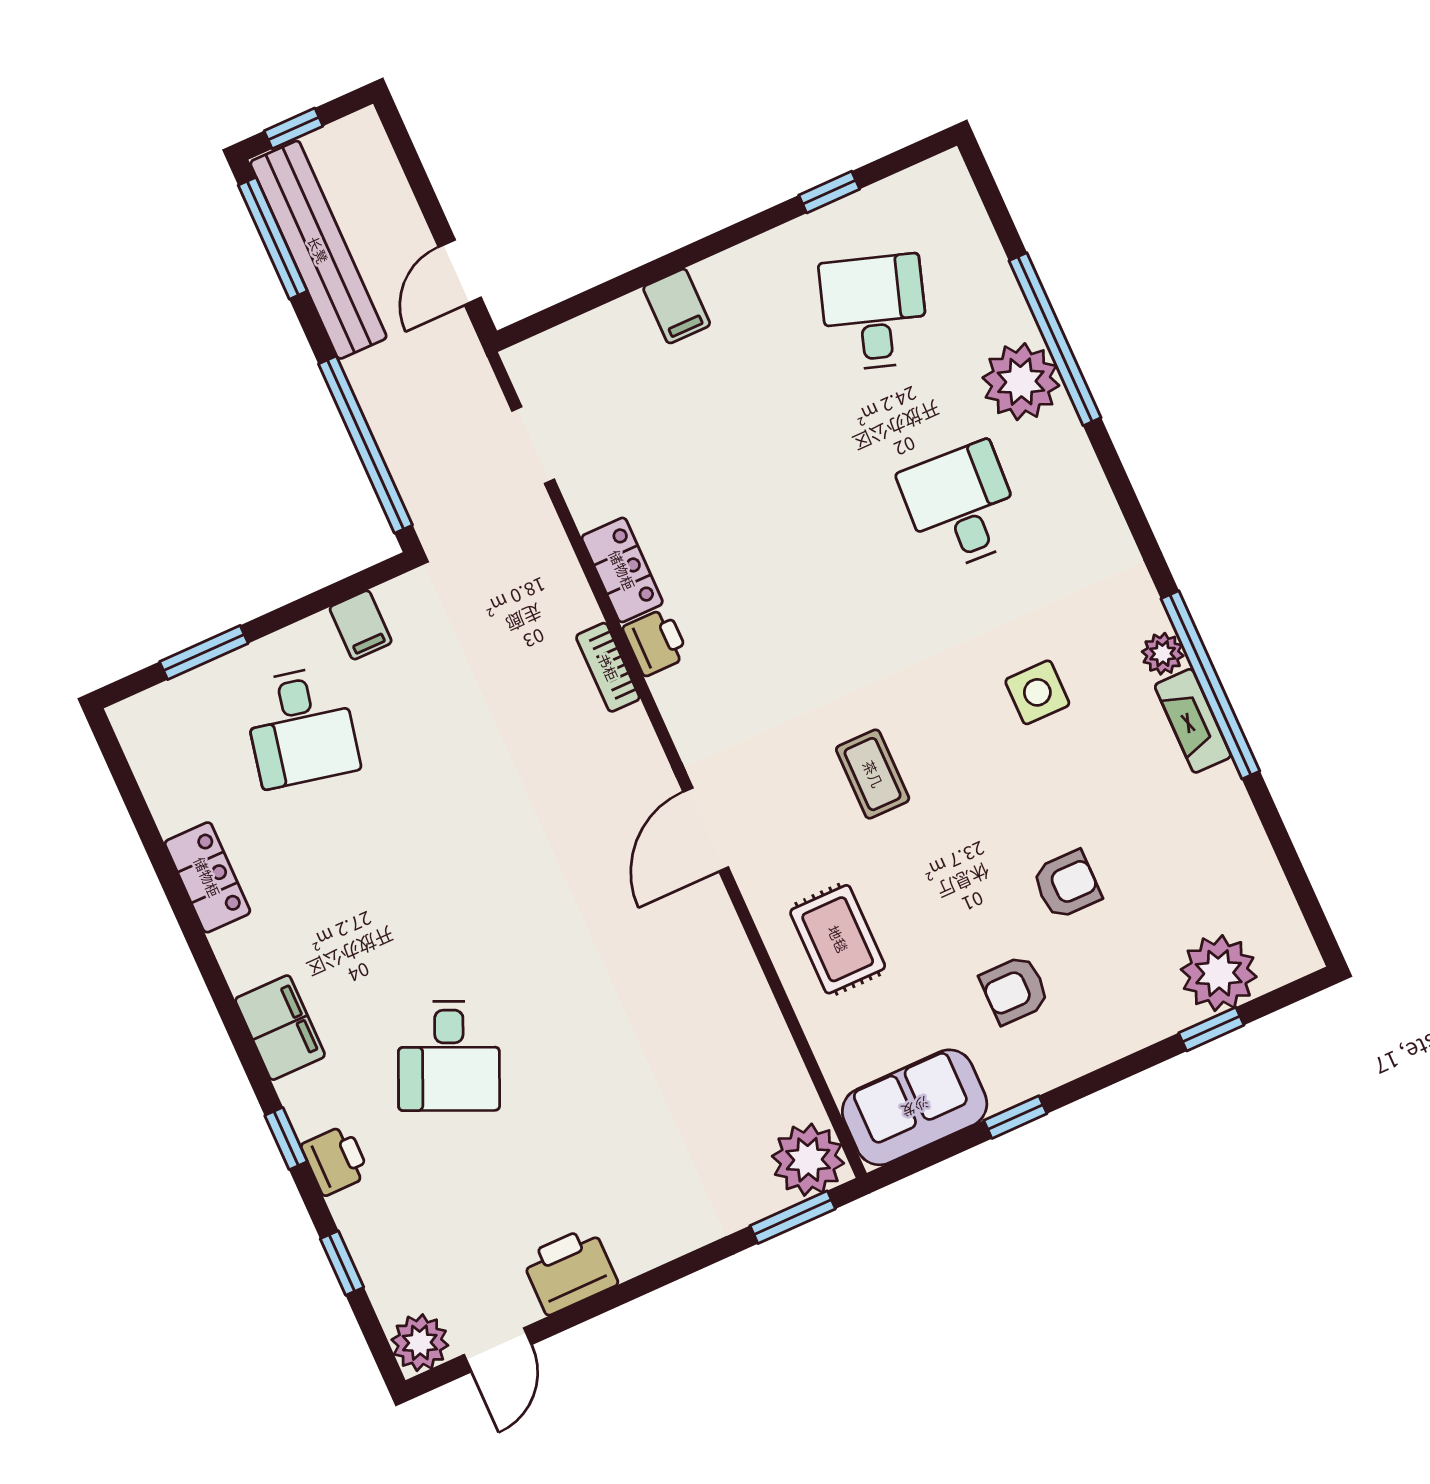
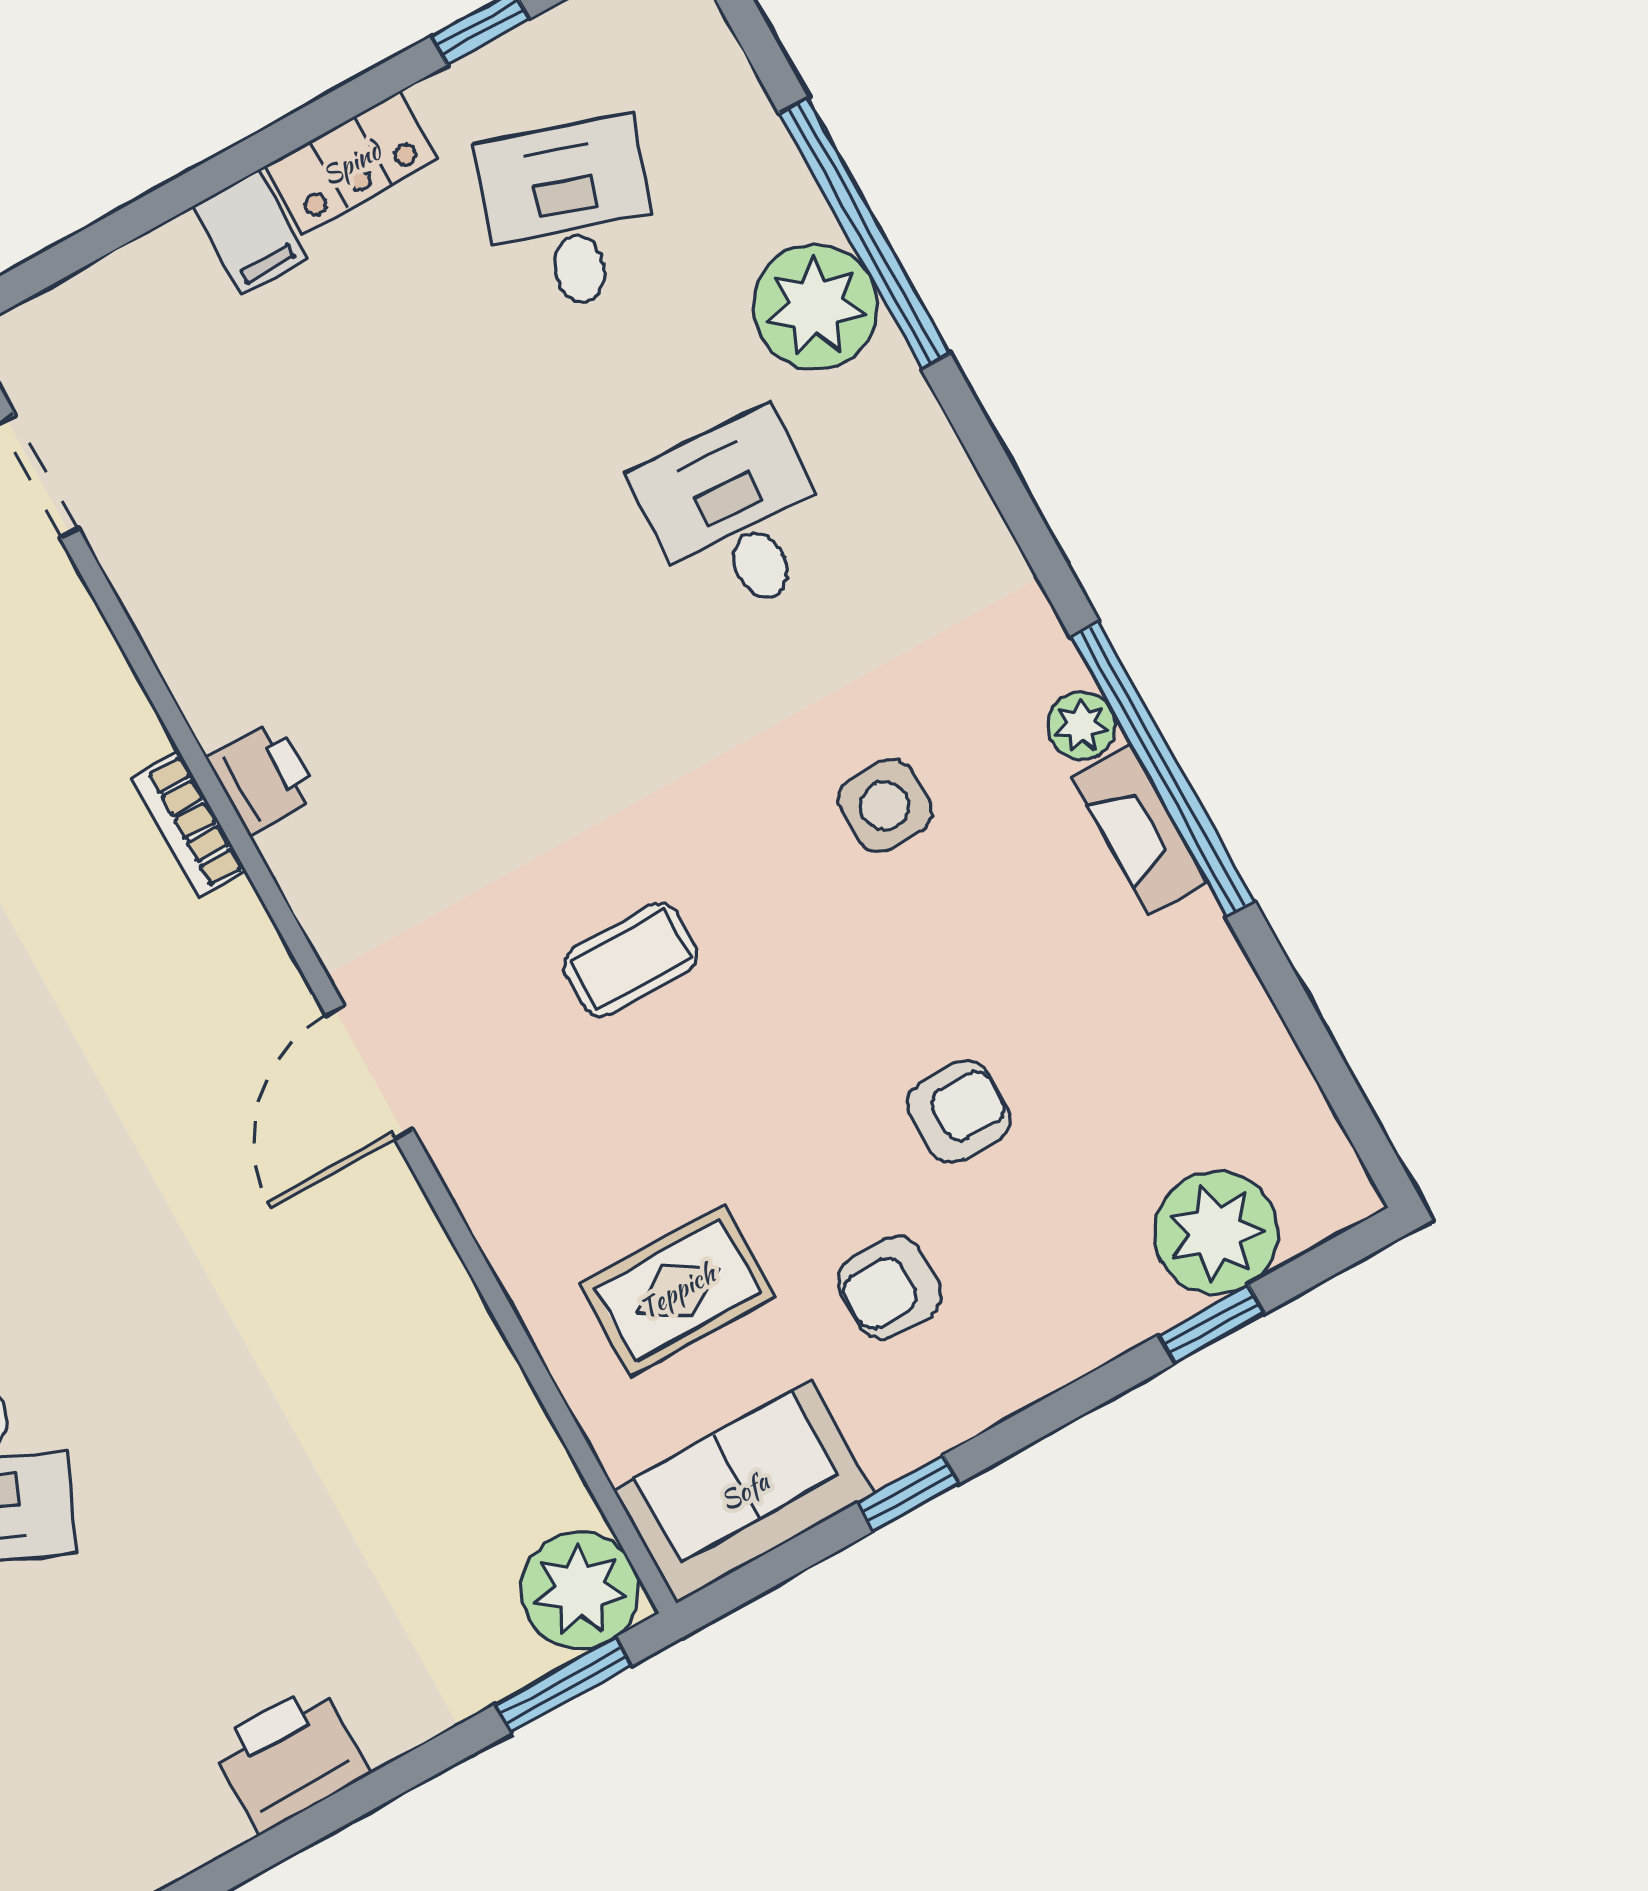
locker: (622, 570) -> (351, 163), moved, turned 90
coffee table: (873, 774) -> (631, 960), turned 90
rug: (838, 939) -> (677, 1291), moved, turned 90
printer: (570, 1271) -> (290, 1758), moved

